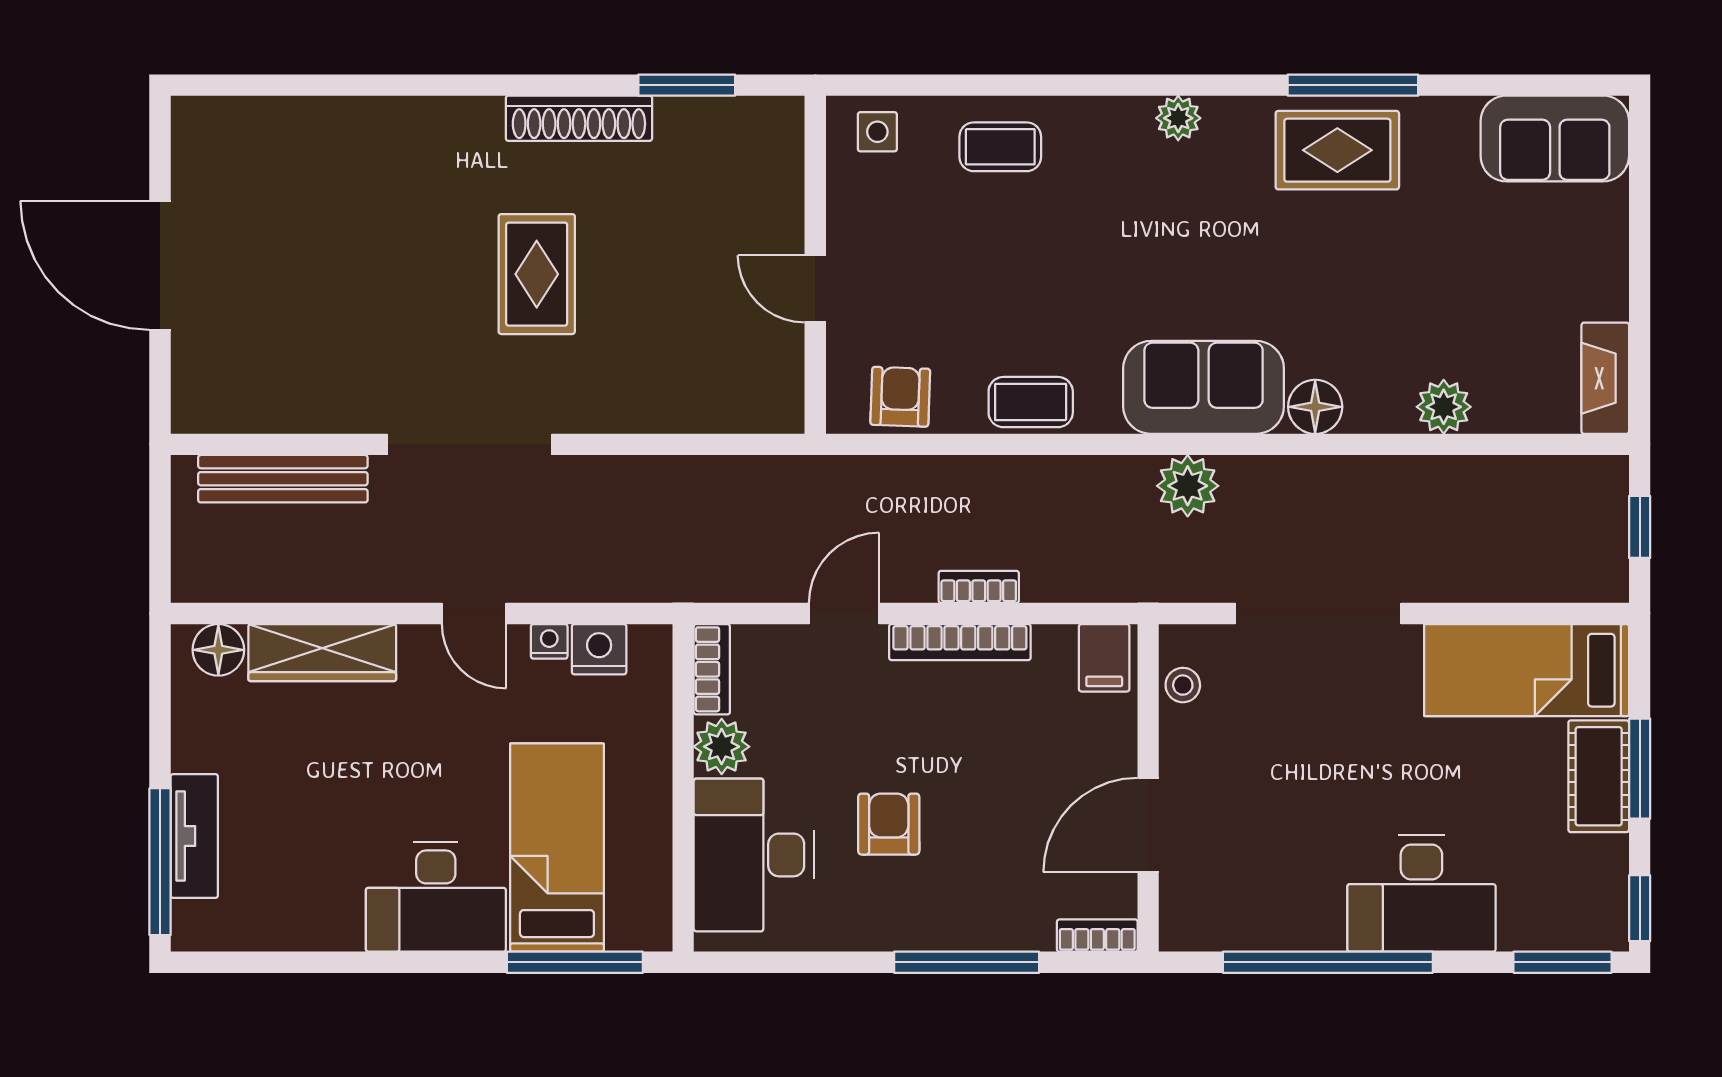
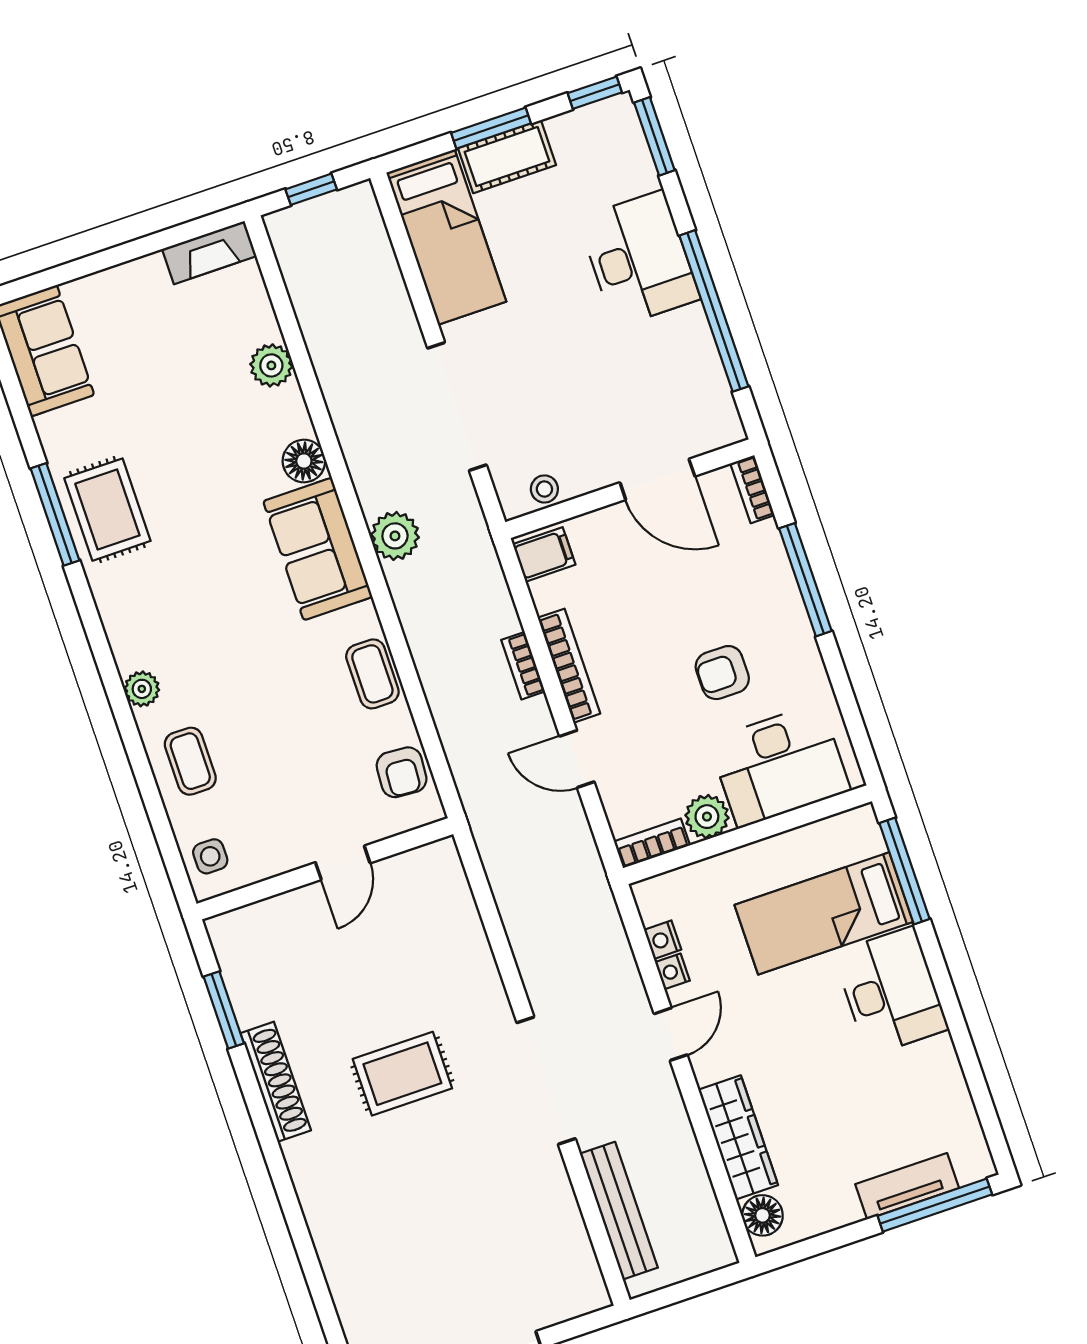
plant: (1178, 118) -> (142, 689), moved
armchair: (900, 397) -> (402, 772), turned -88
nightstand: (599, 649) -> (663, 940), width x0.72, depth x0.74

